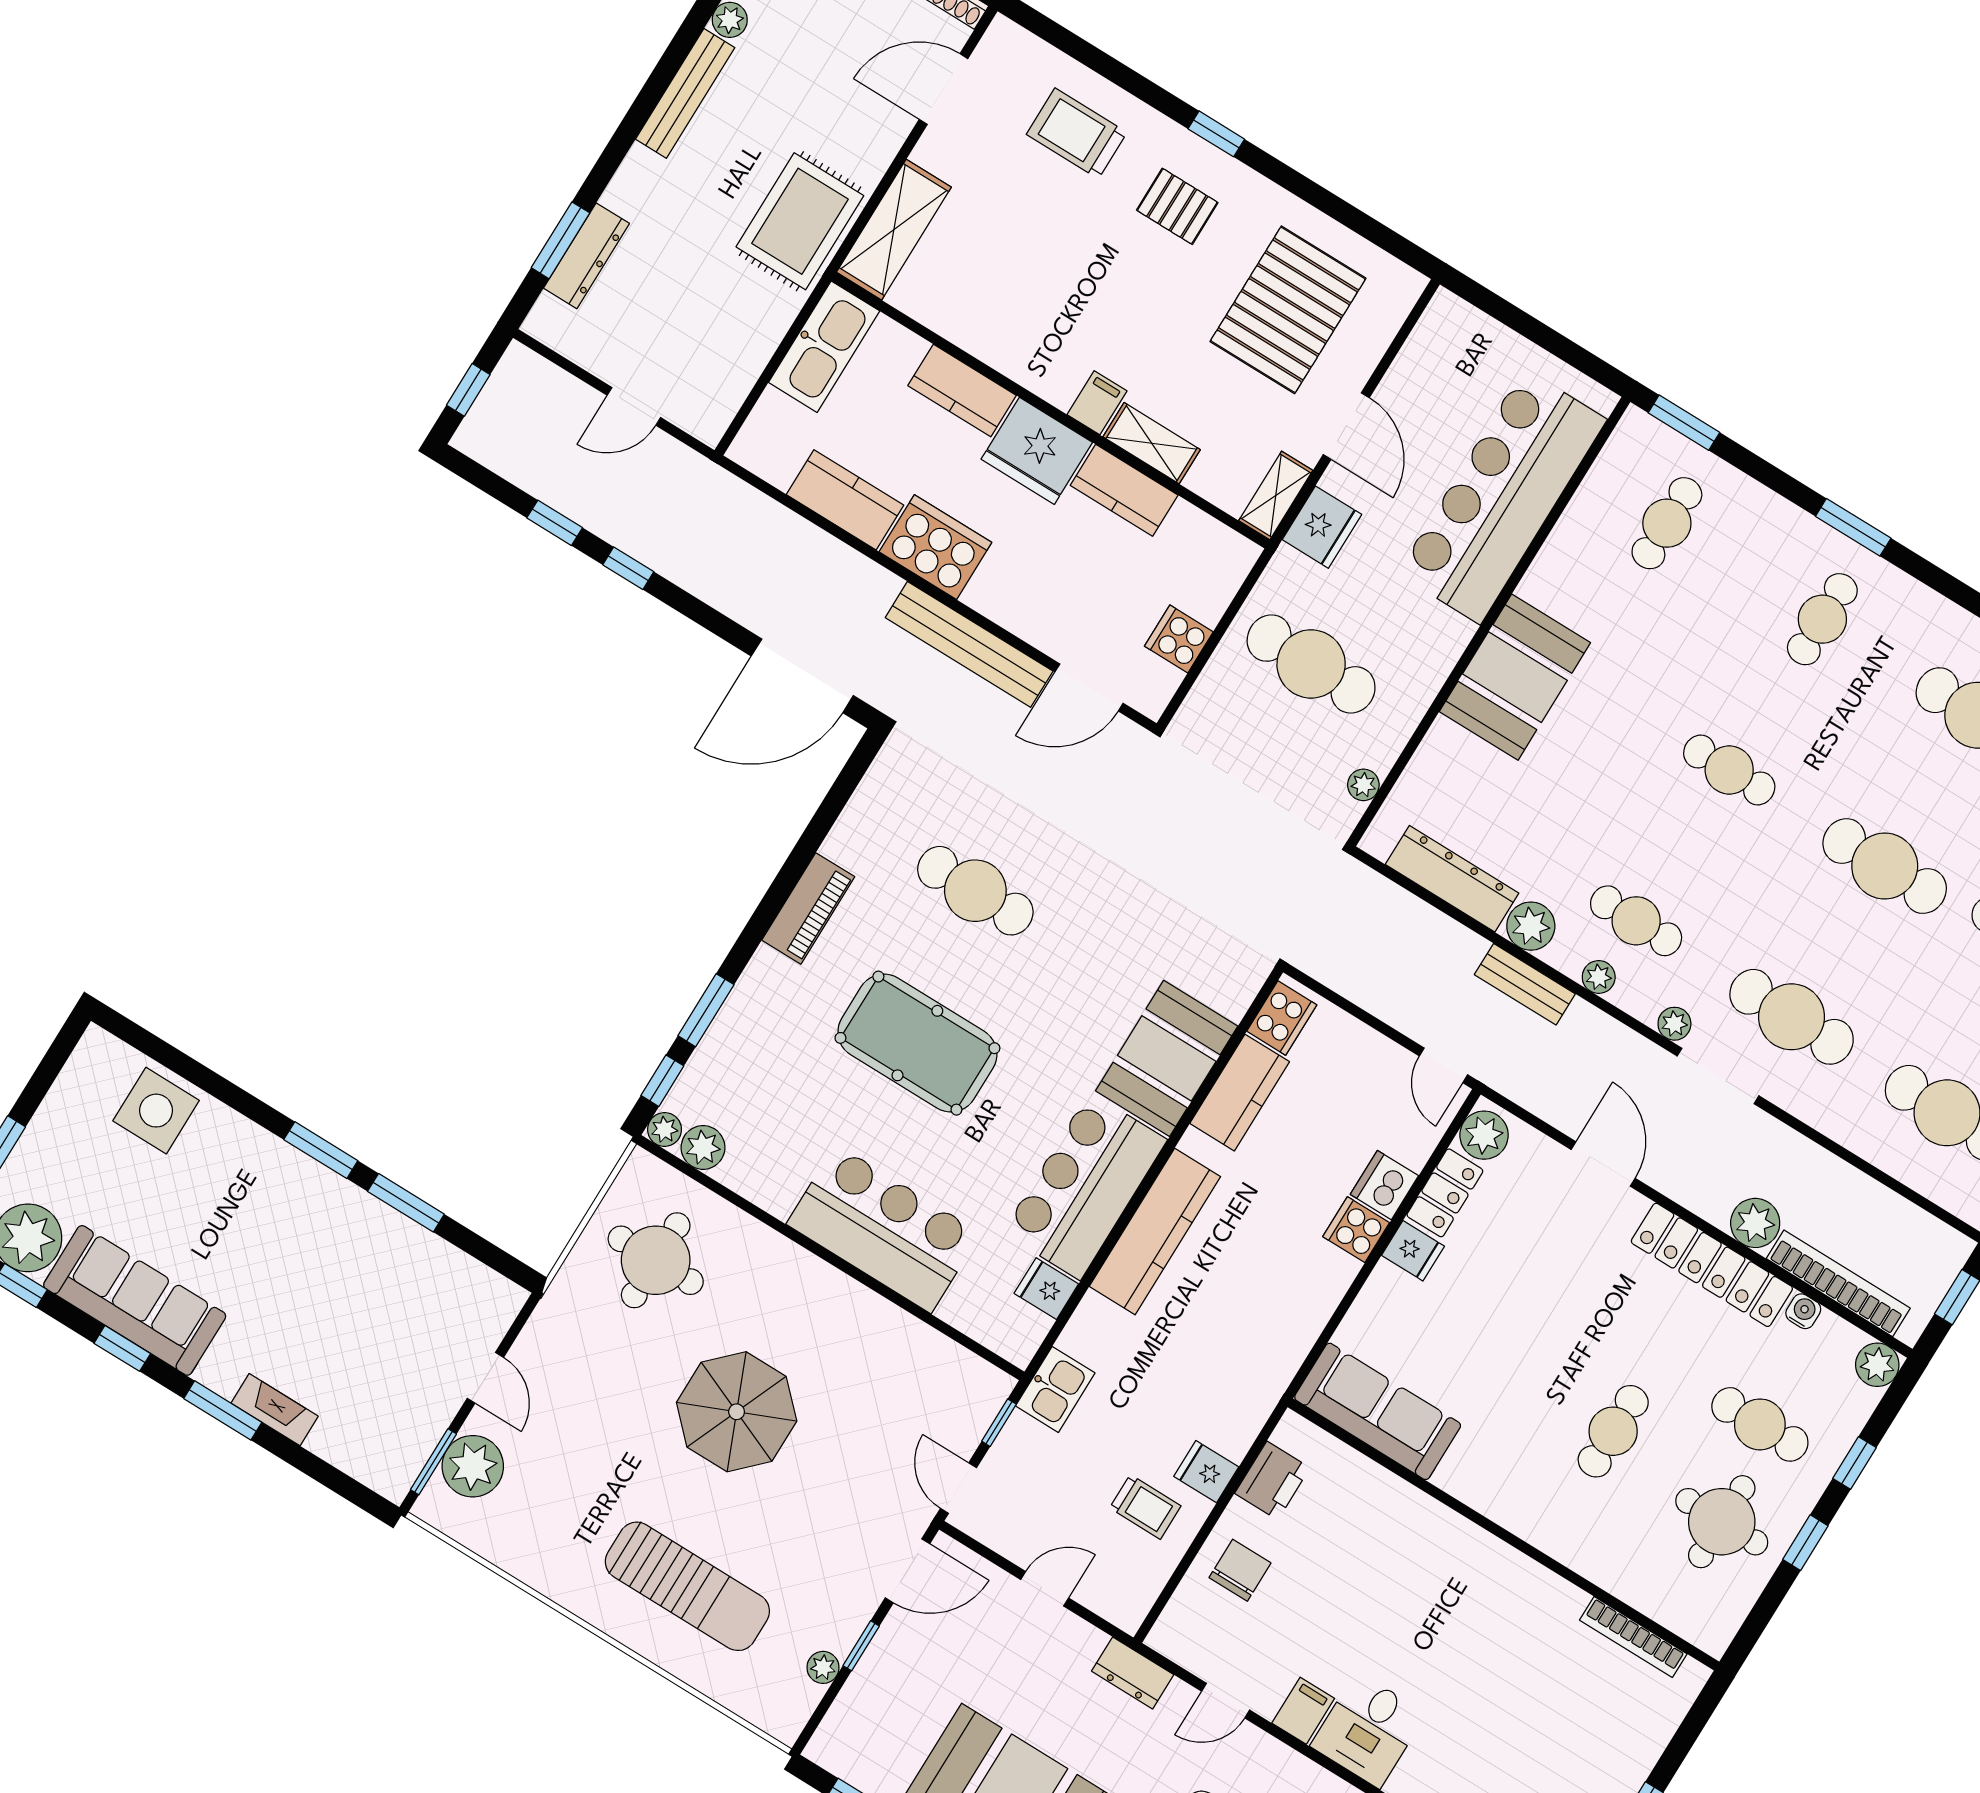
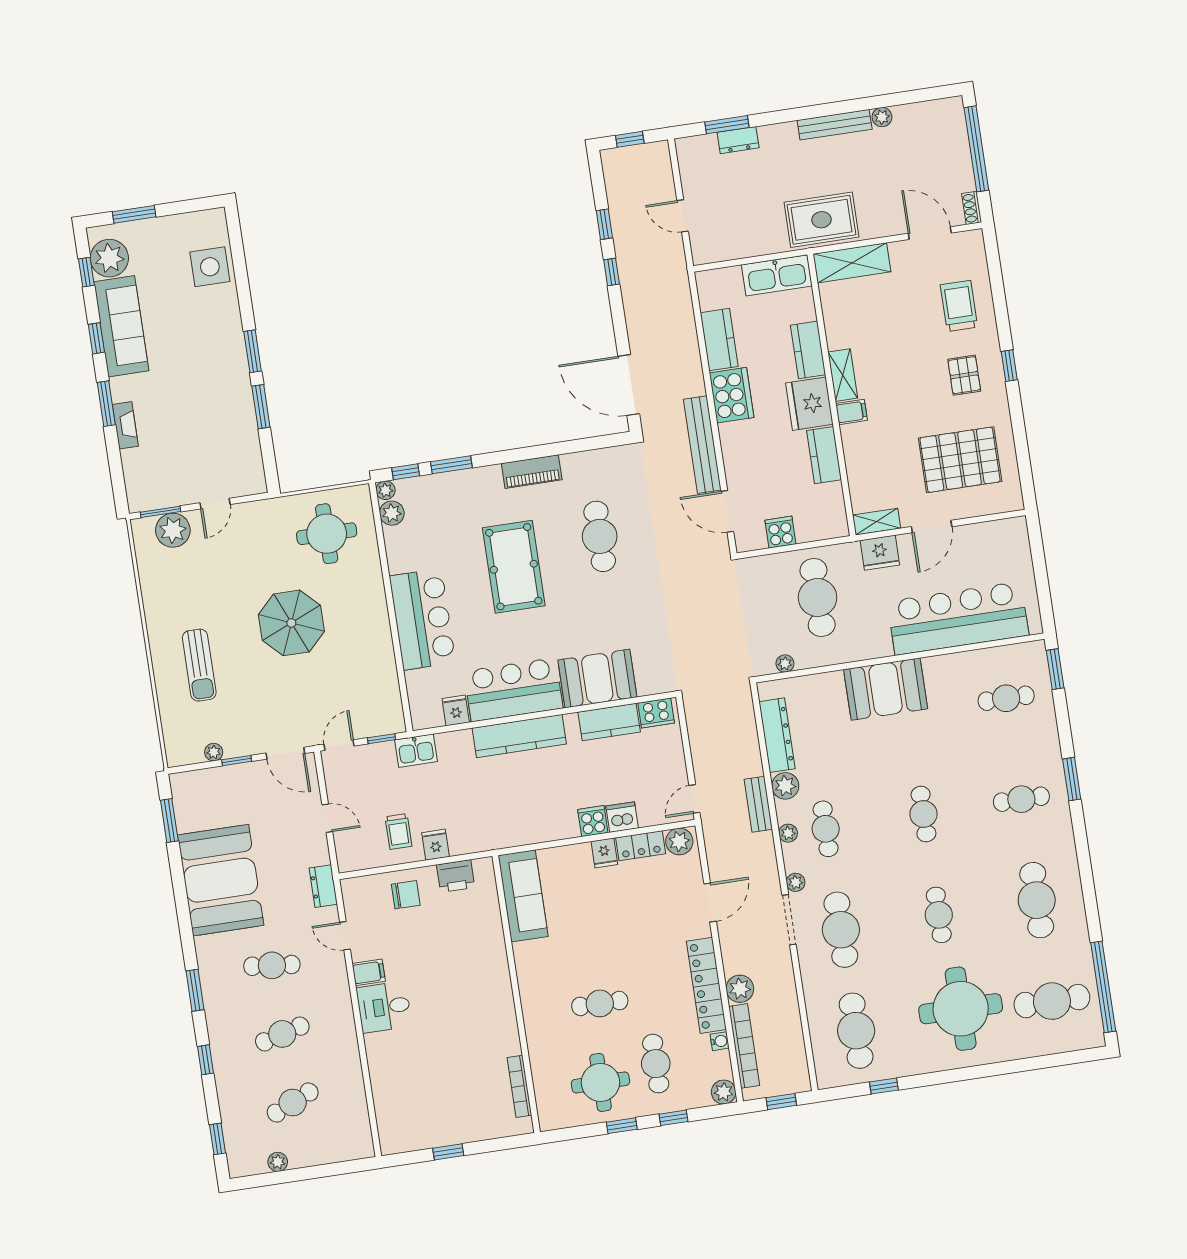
dresser: (587, 256) -> (738, 140), width x0.70
shelving: (1152, 443) -> (843, 375), moved
cafe table: (1885, 866) -> (939, 915), width x0.73, depth x0.74
sun lounger: (687, 1586) -> (199, 665), width x0.73, depth x0.75

